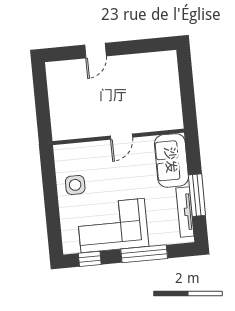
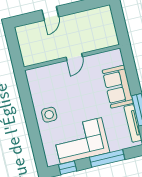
wall: (118, 137) -> (72, 57), moved
door: (121, 137) -> (74, 57), moved

